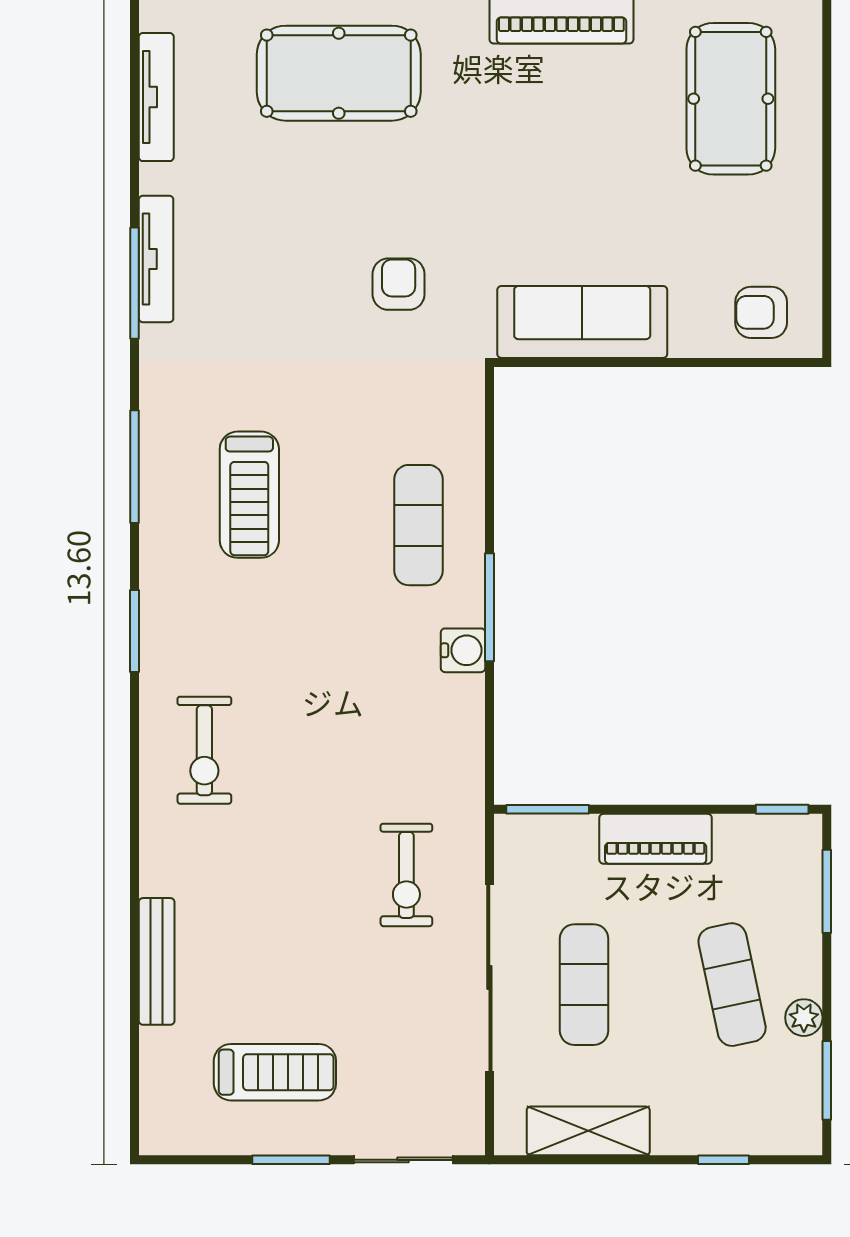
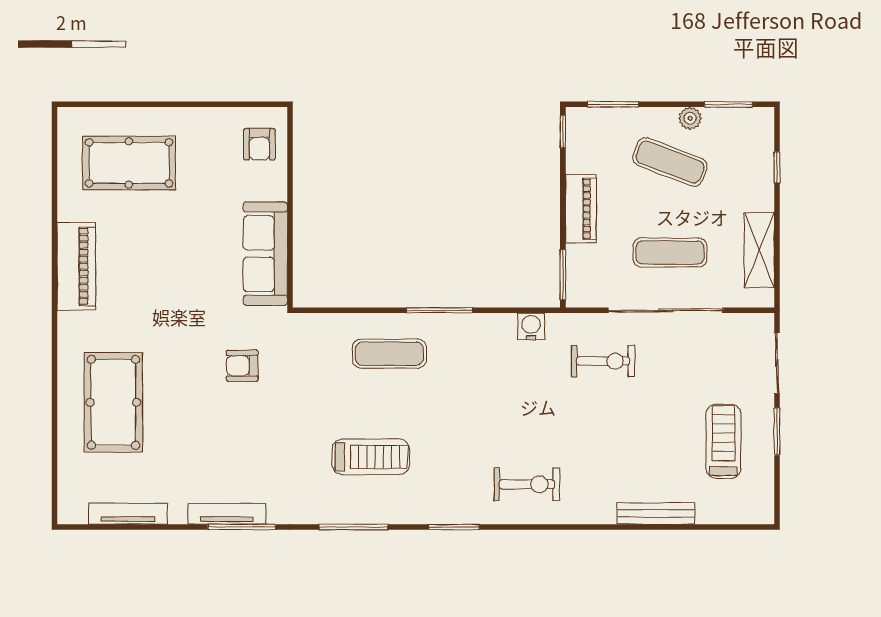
water cooler: (463, 650) -> (531, 326), moved
exercise mat: (732, 985) -> (670, 162), turned 33

